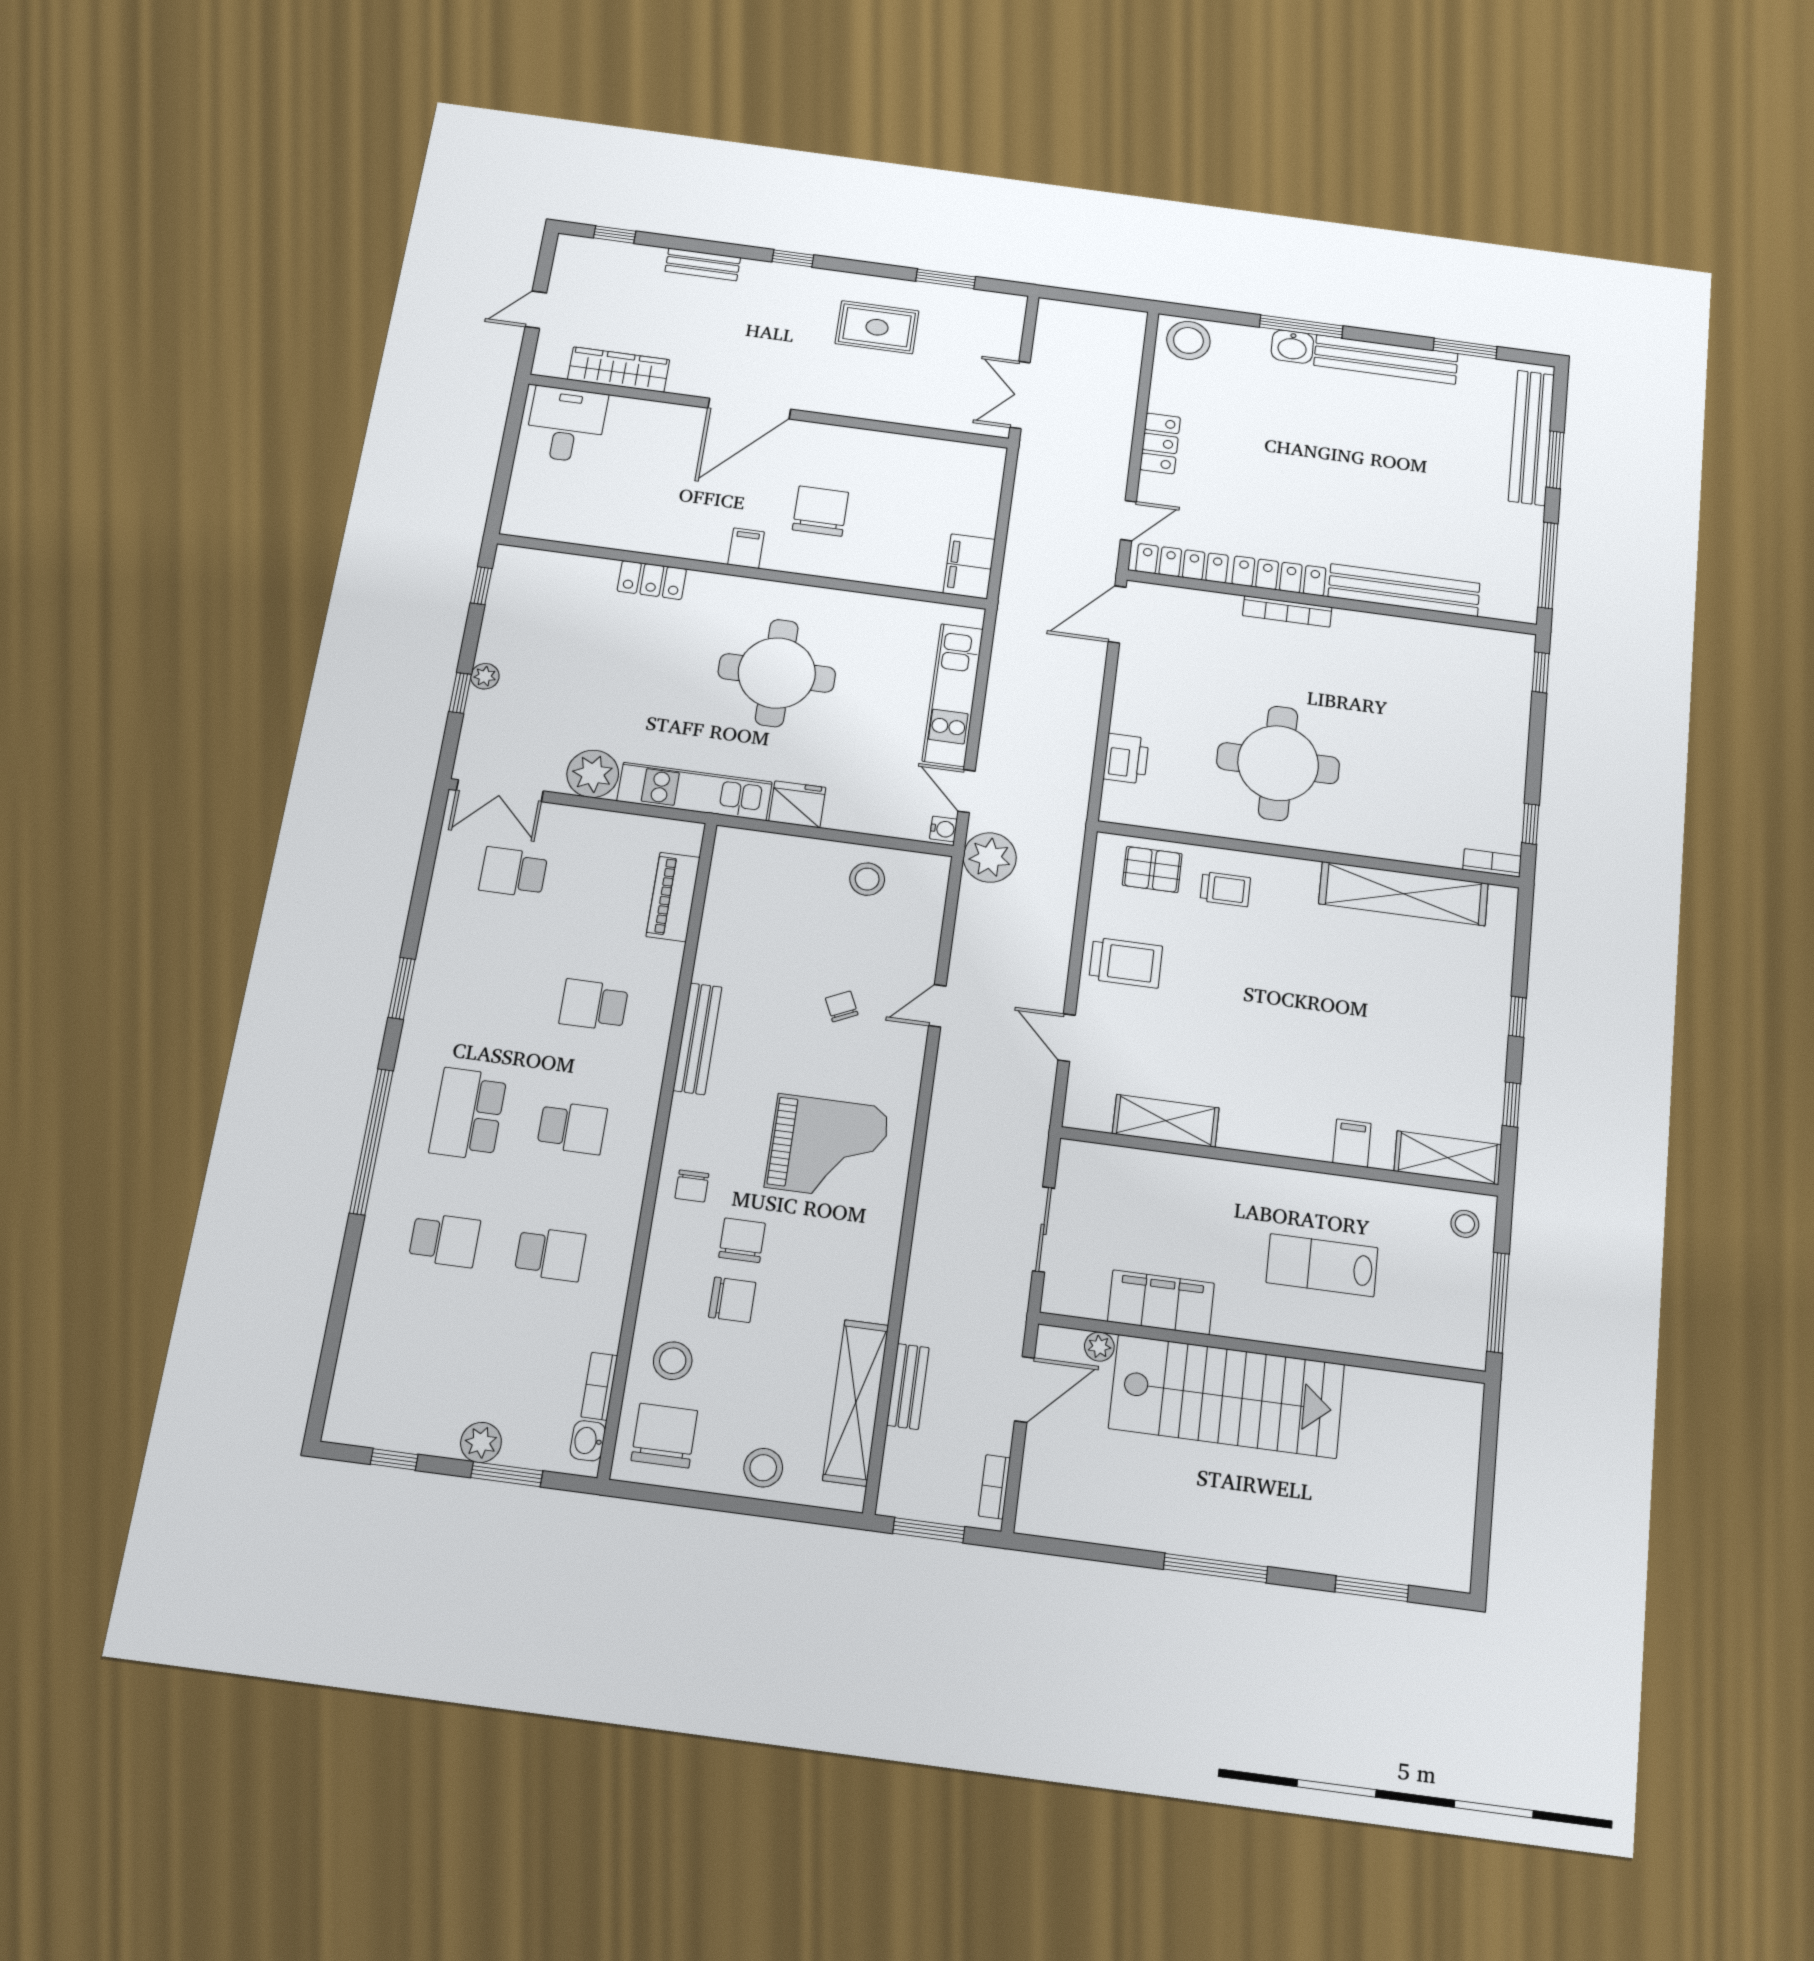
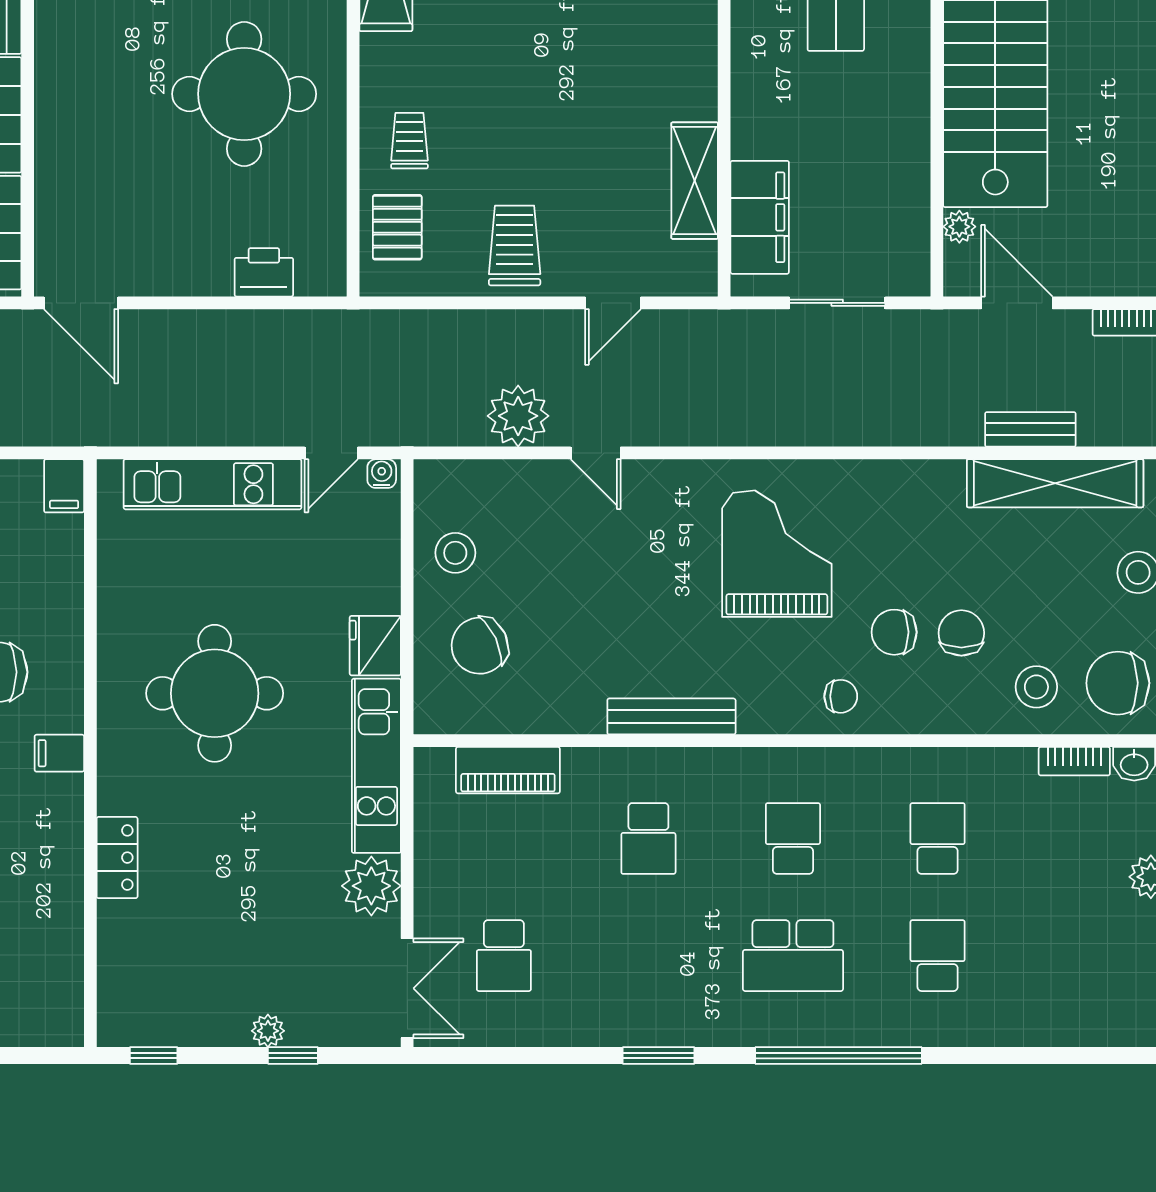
filing cabinet: (969, 566) -> (64, 486), width x0.50
bookcase: (1287, 611) -> (47, 101), removed
plant: (990, 857) -> (518, 416), moved
chair: (842, 1006) -> (480, 646), moved, width x1.87, depth x1.87
filing cabinet: (1161, 1302) -> (760, 217), moved, turned 180

